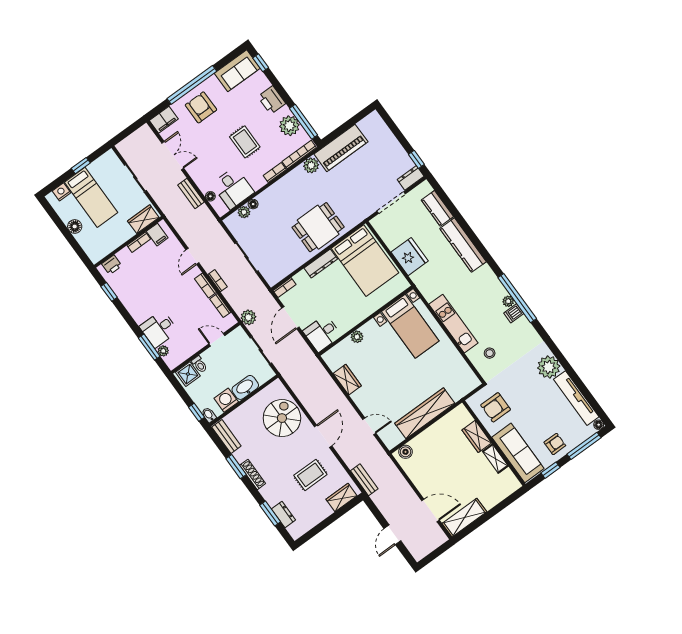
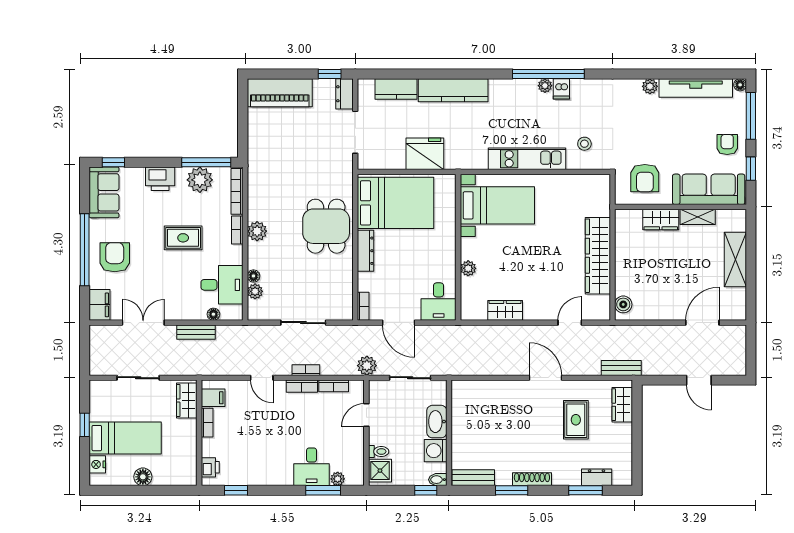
armchair: (201, 107) -> (115, 257), turned 90
piano: (341, 148) -> (280, 93), moved, turned 90
plant: (311, 165) -> (257, 231), moved
plant: (549, 367) -> (650, 86), width x0.53, depth x0.53
spiral stairs: (282, 418) -> (496, 407), removed
shelving: (464, 518) -> (735, 260), moved

